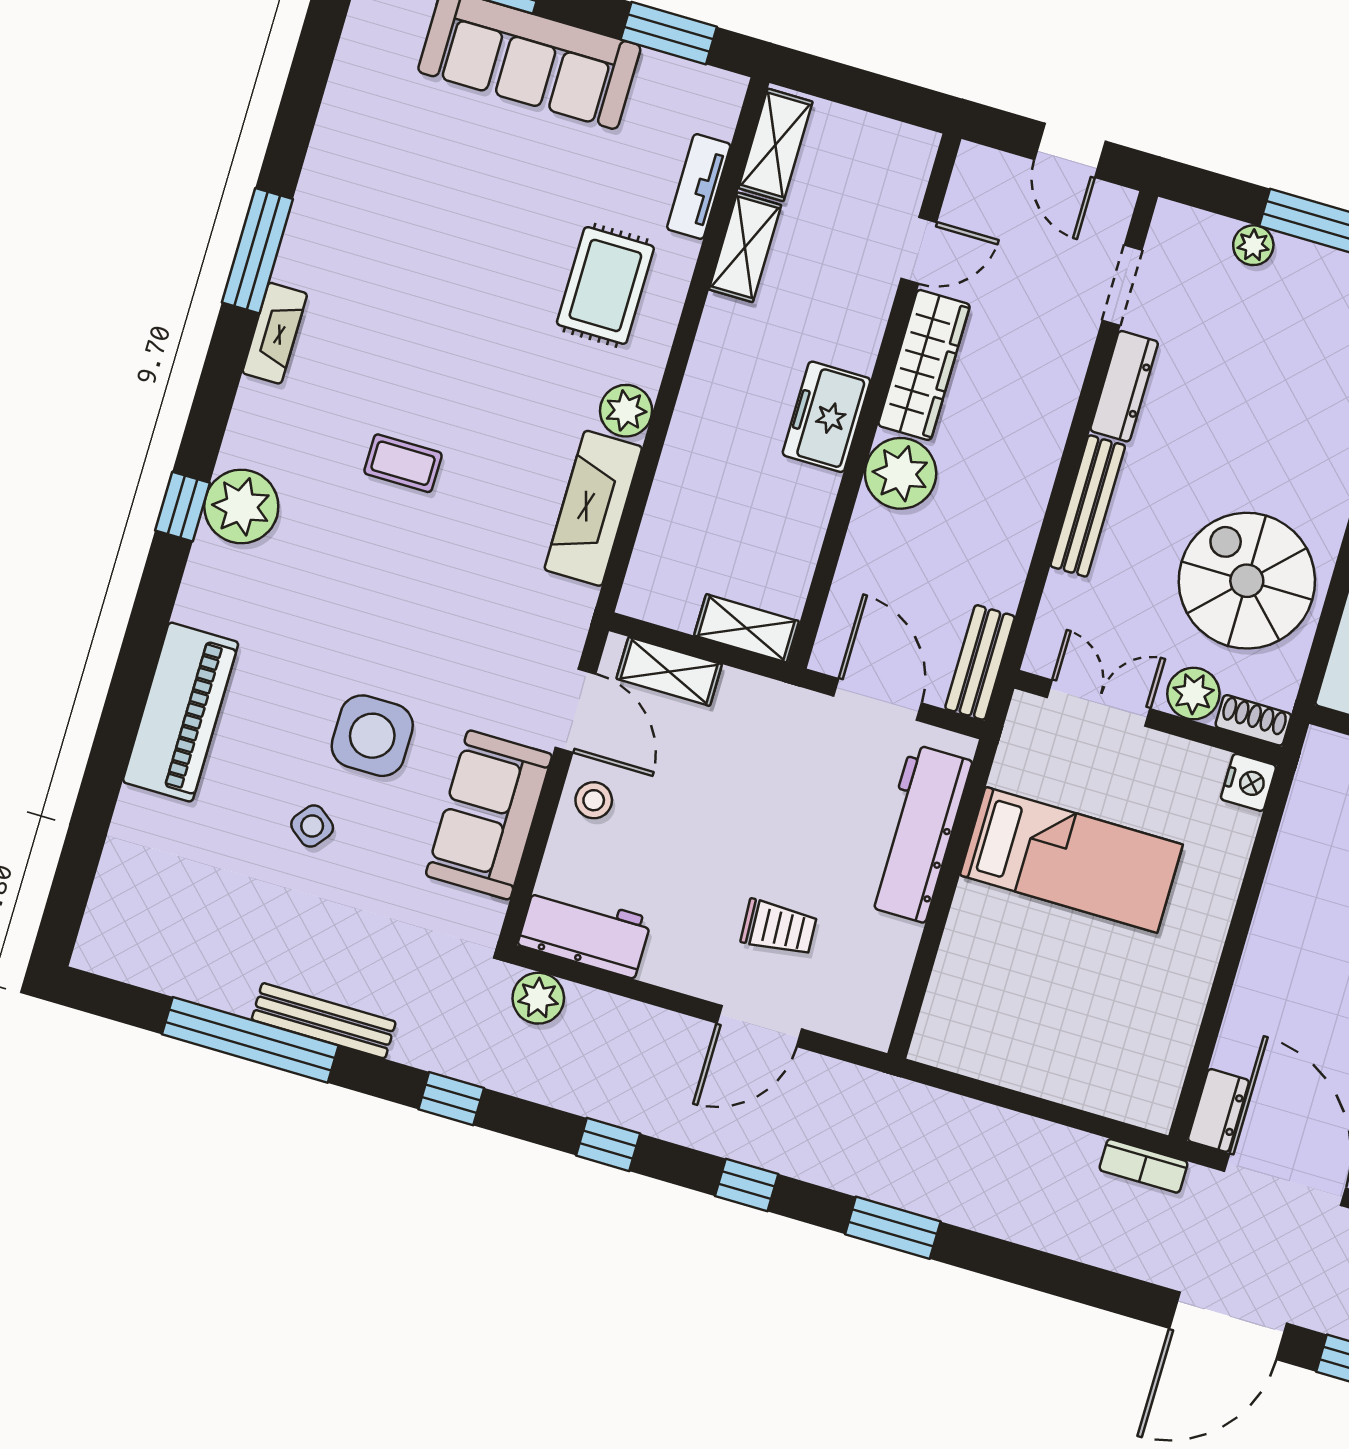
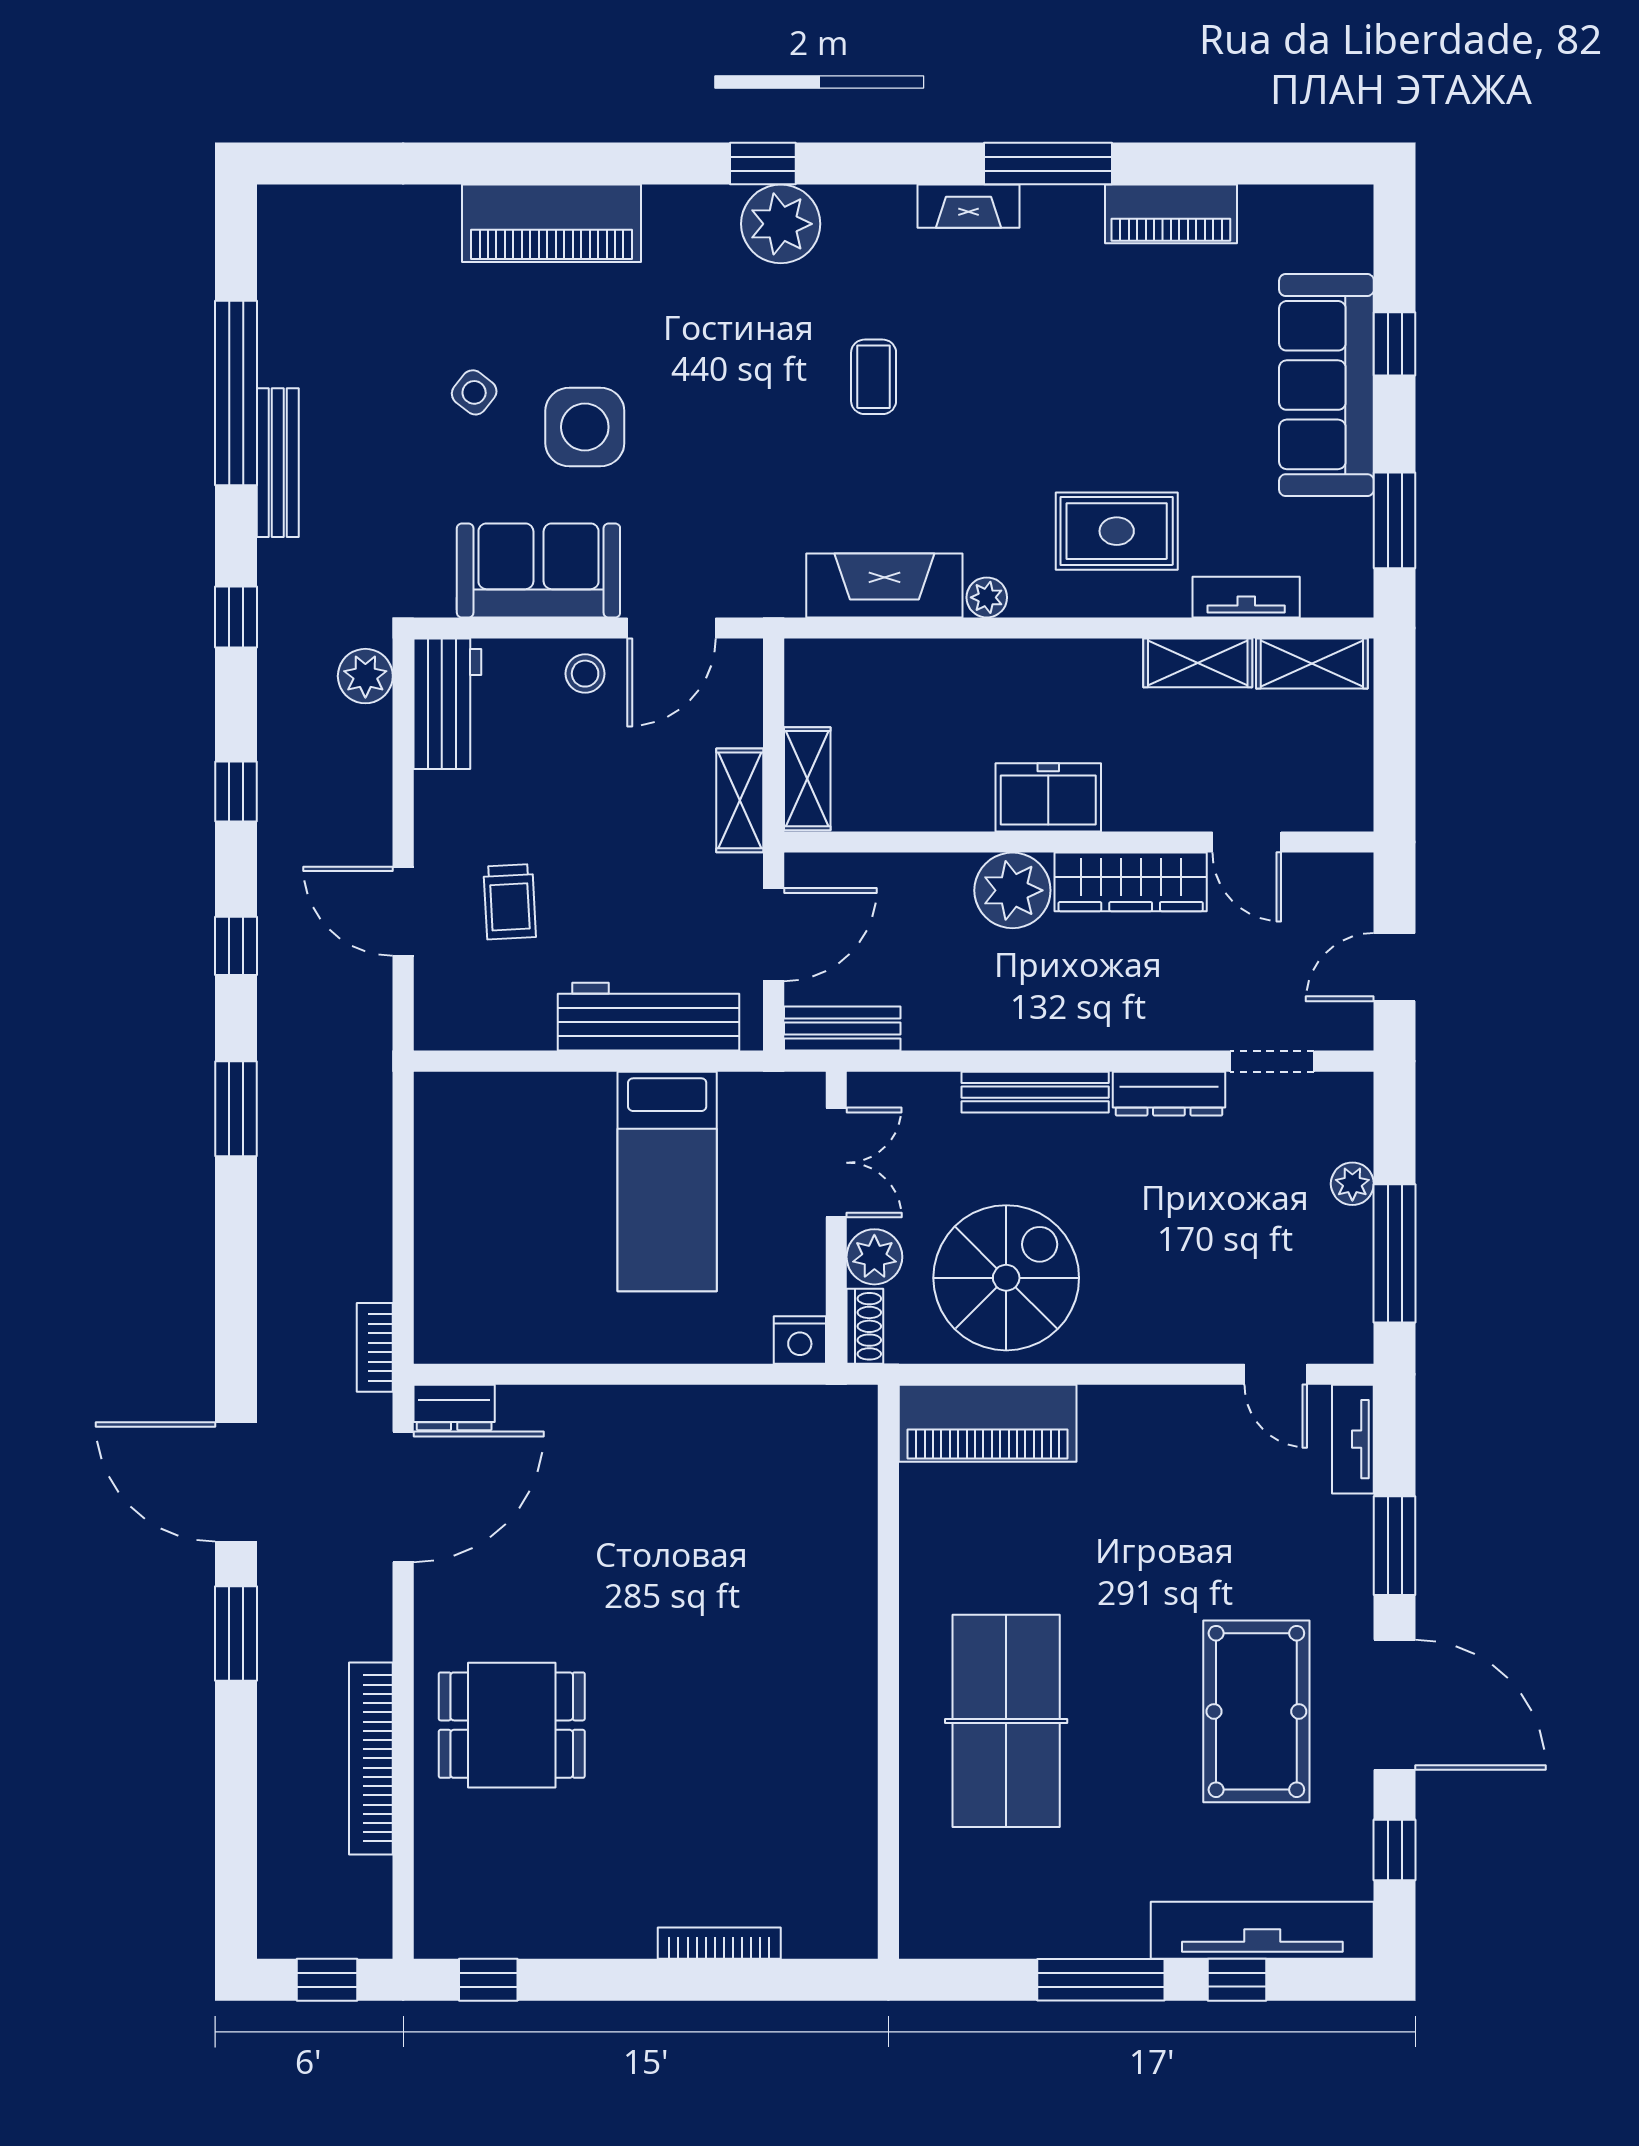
piano: (335, 153) -> (1171, 214), added
plant: (626, 411) -> (987, 597), width x0.73, depth x0.73
shelving: (669, 671) -> (740, 800), moved

